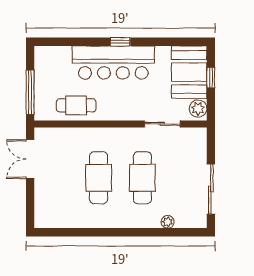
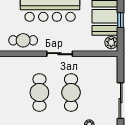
sliding door: (162, 124) -> (60, 54), moved

